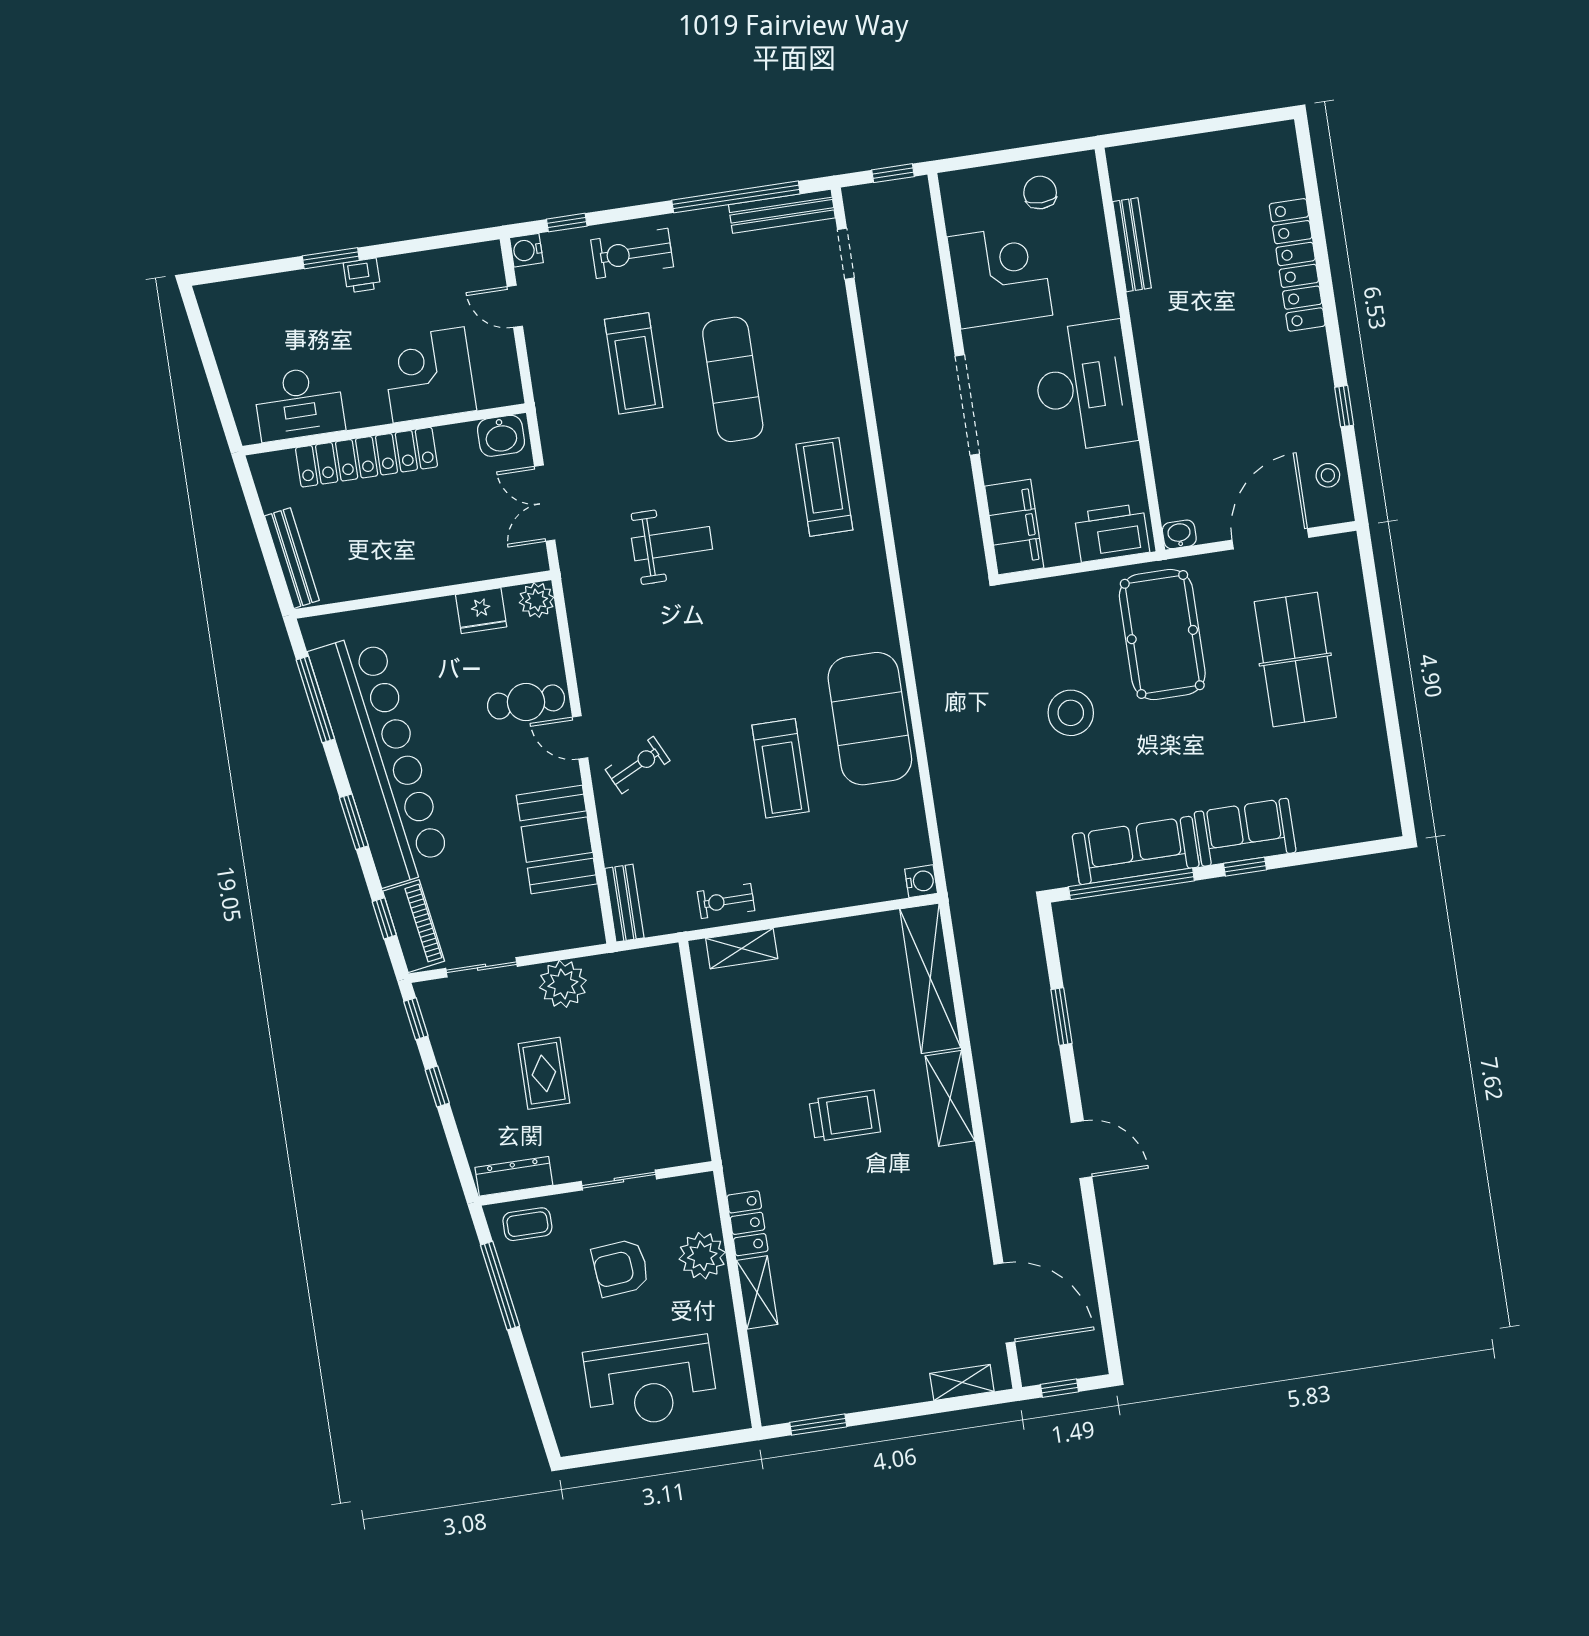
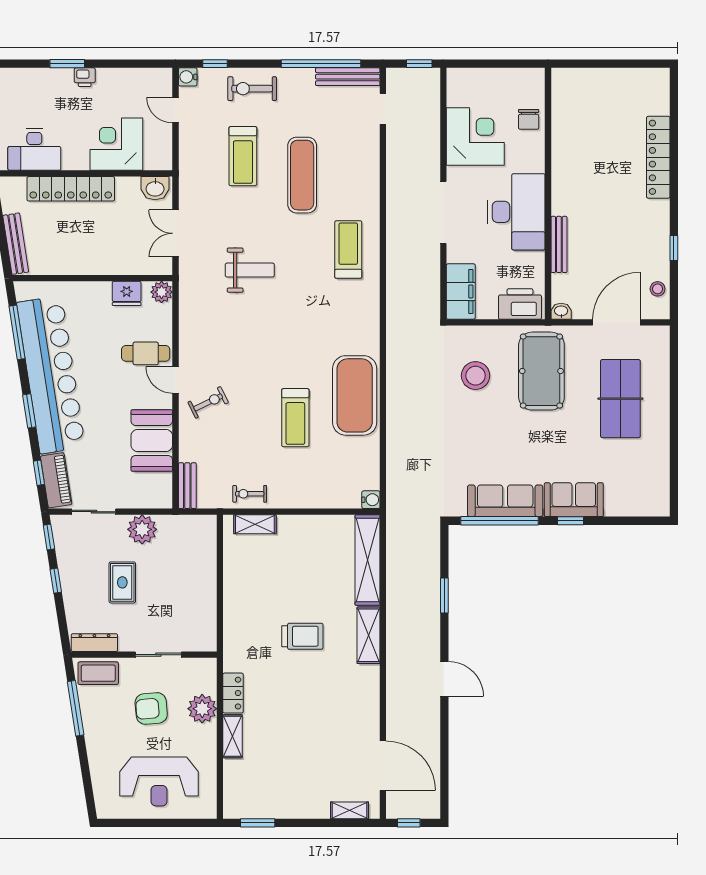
chair: (1040, 192) -> (529, 119), moved, turned 180
bench: (1132, 245) -> (559, 244), moved
stool: (1071, 713) -> (476, 376), moved
coffee table: (527, 1224) -> (98, 673), width x1.36, depth x1.30

